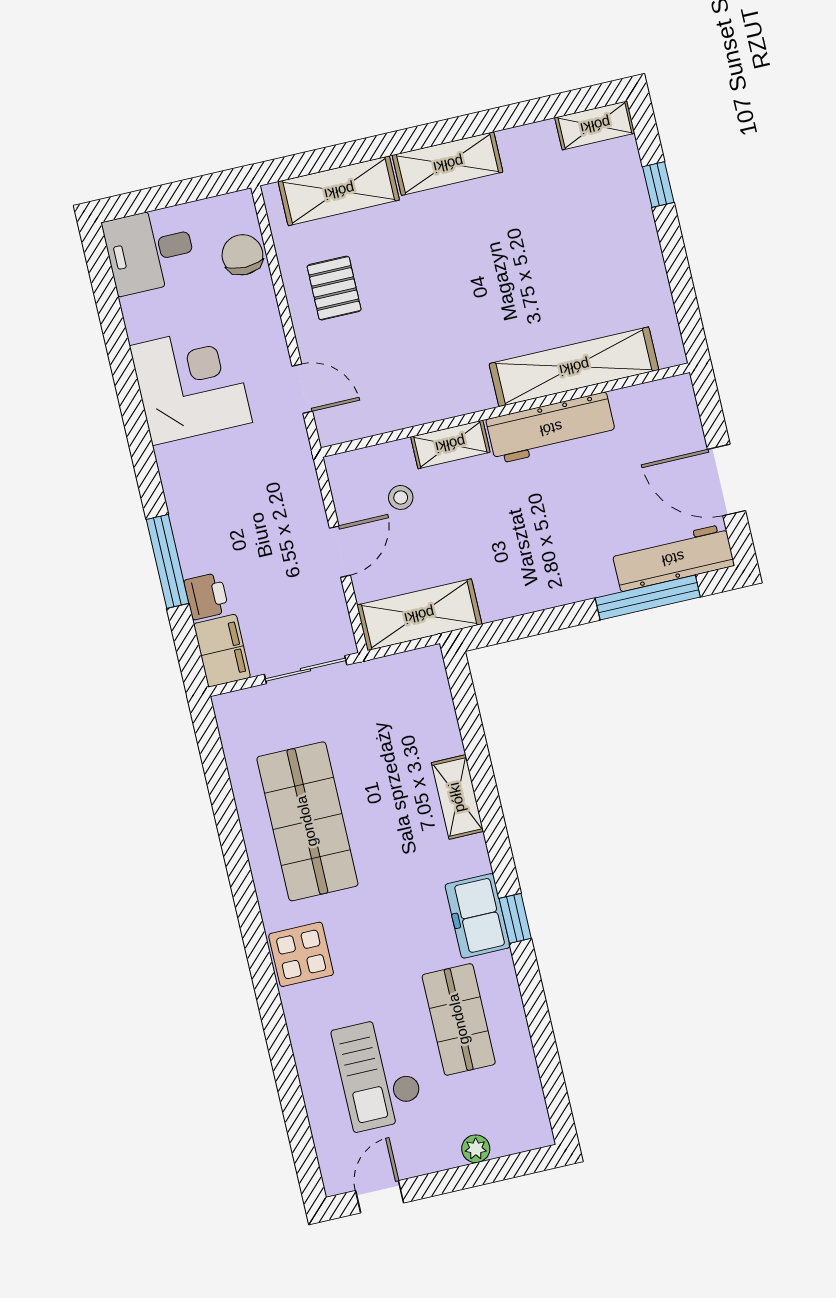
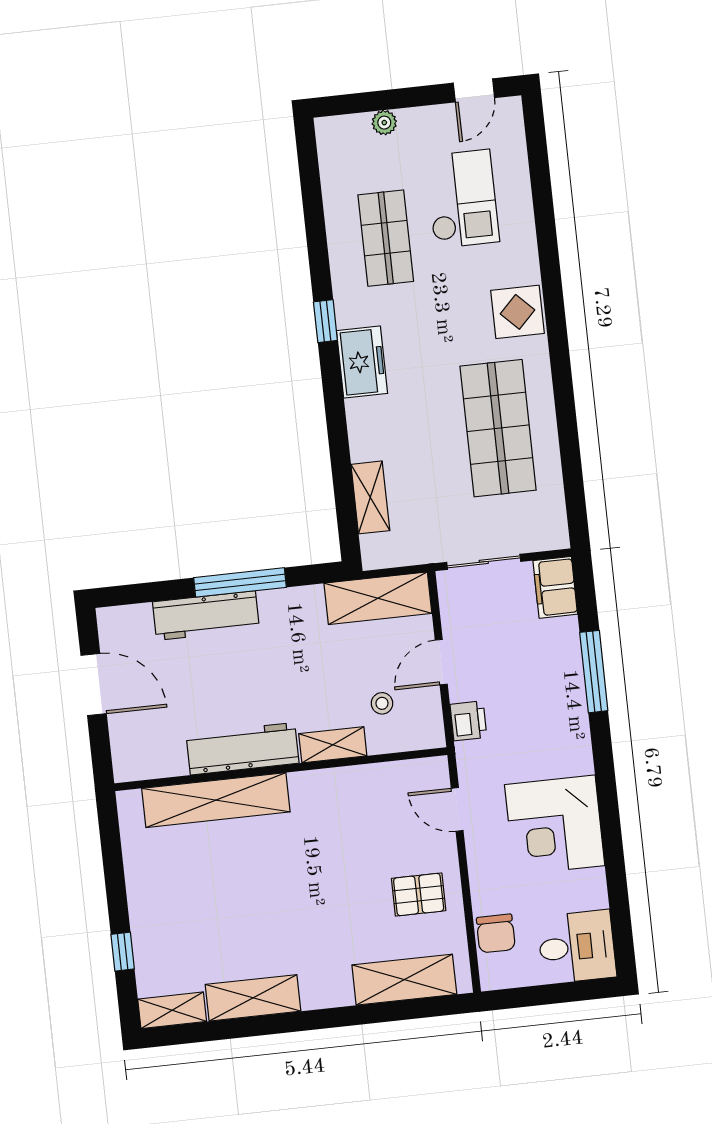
shelving: (448, 164) -> (253, 998), moved
pallet: (334, 288) -> (419, 895), turned 90
workbench: (673, 558) -> (206, 616), moved
printer: (206, 596) -> (468, 721), moved, turned 180
window: (648, 598) -> (240, 582), moved
shelving: (457, 797) -> (370, 497), moved
freezer: (478, 916) -> (362, 362), moved

